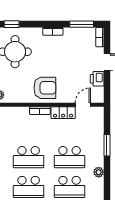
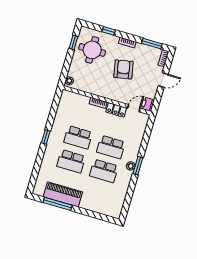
window: (12, 24) -> (109, 31), moved
printer: (97, 79) -> (147, 104), moved
armchair: (45, 88) -> (123, 69), moved, turned -101
window: (107, 145) -> (138, 166), moved

